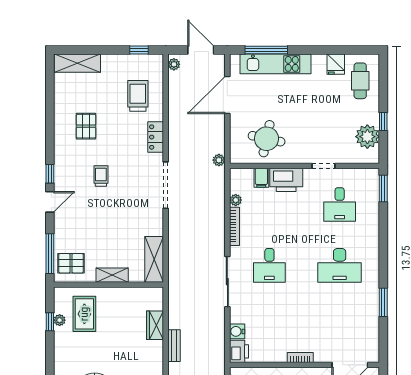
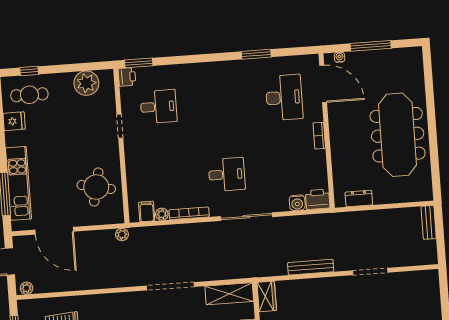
window: (383, 121) -> (29, 71), moved
locker: (156, 137) -> (103, 302), removed
filing cabinet: (261, 178) -> (147, 212), moved, turned -90
printer: (286, 180) -> (127, 77), moved, width x0.53, depth x0.68
doorway: (166, 185) -> (170, 286), moved
desk: (340, 265) -> (284, 97), moved
wardrobe: (155, 325) -> (267, 296), moved, turned -90
bench: (174, 346) -> (311, 267), width x1.36

